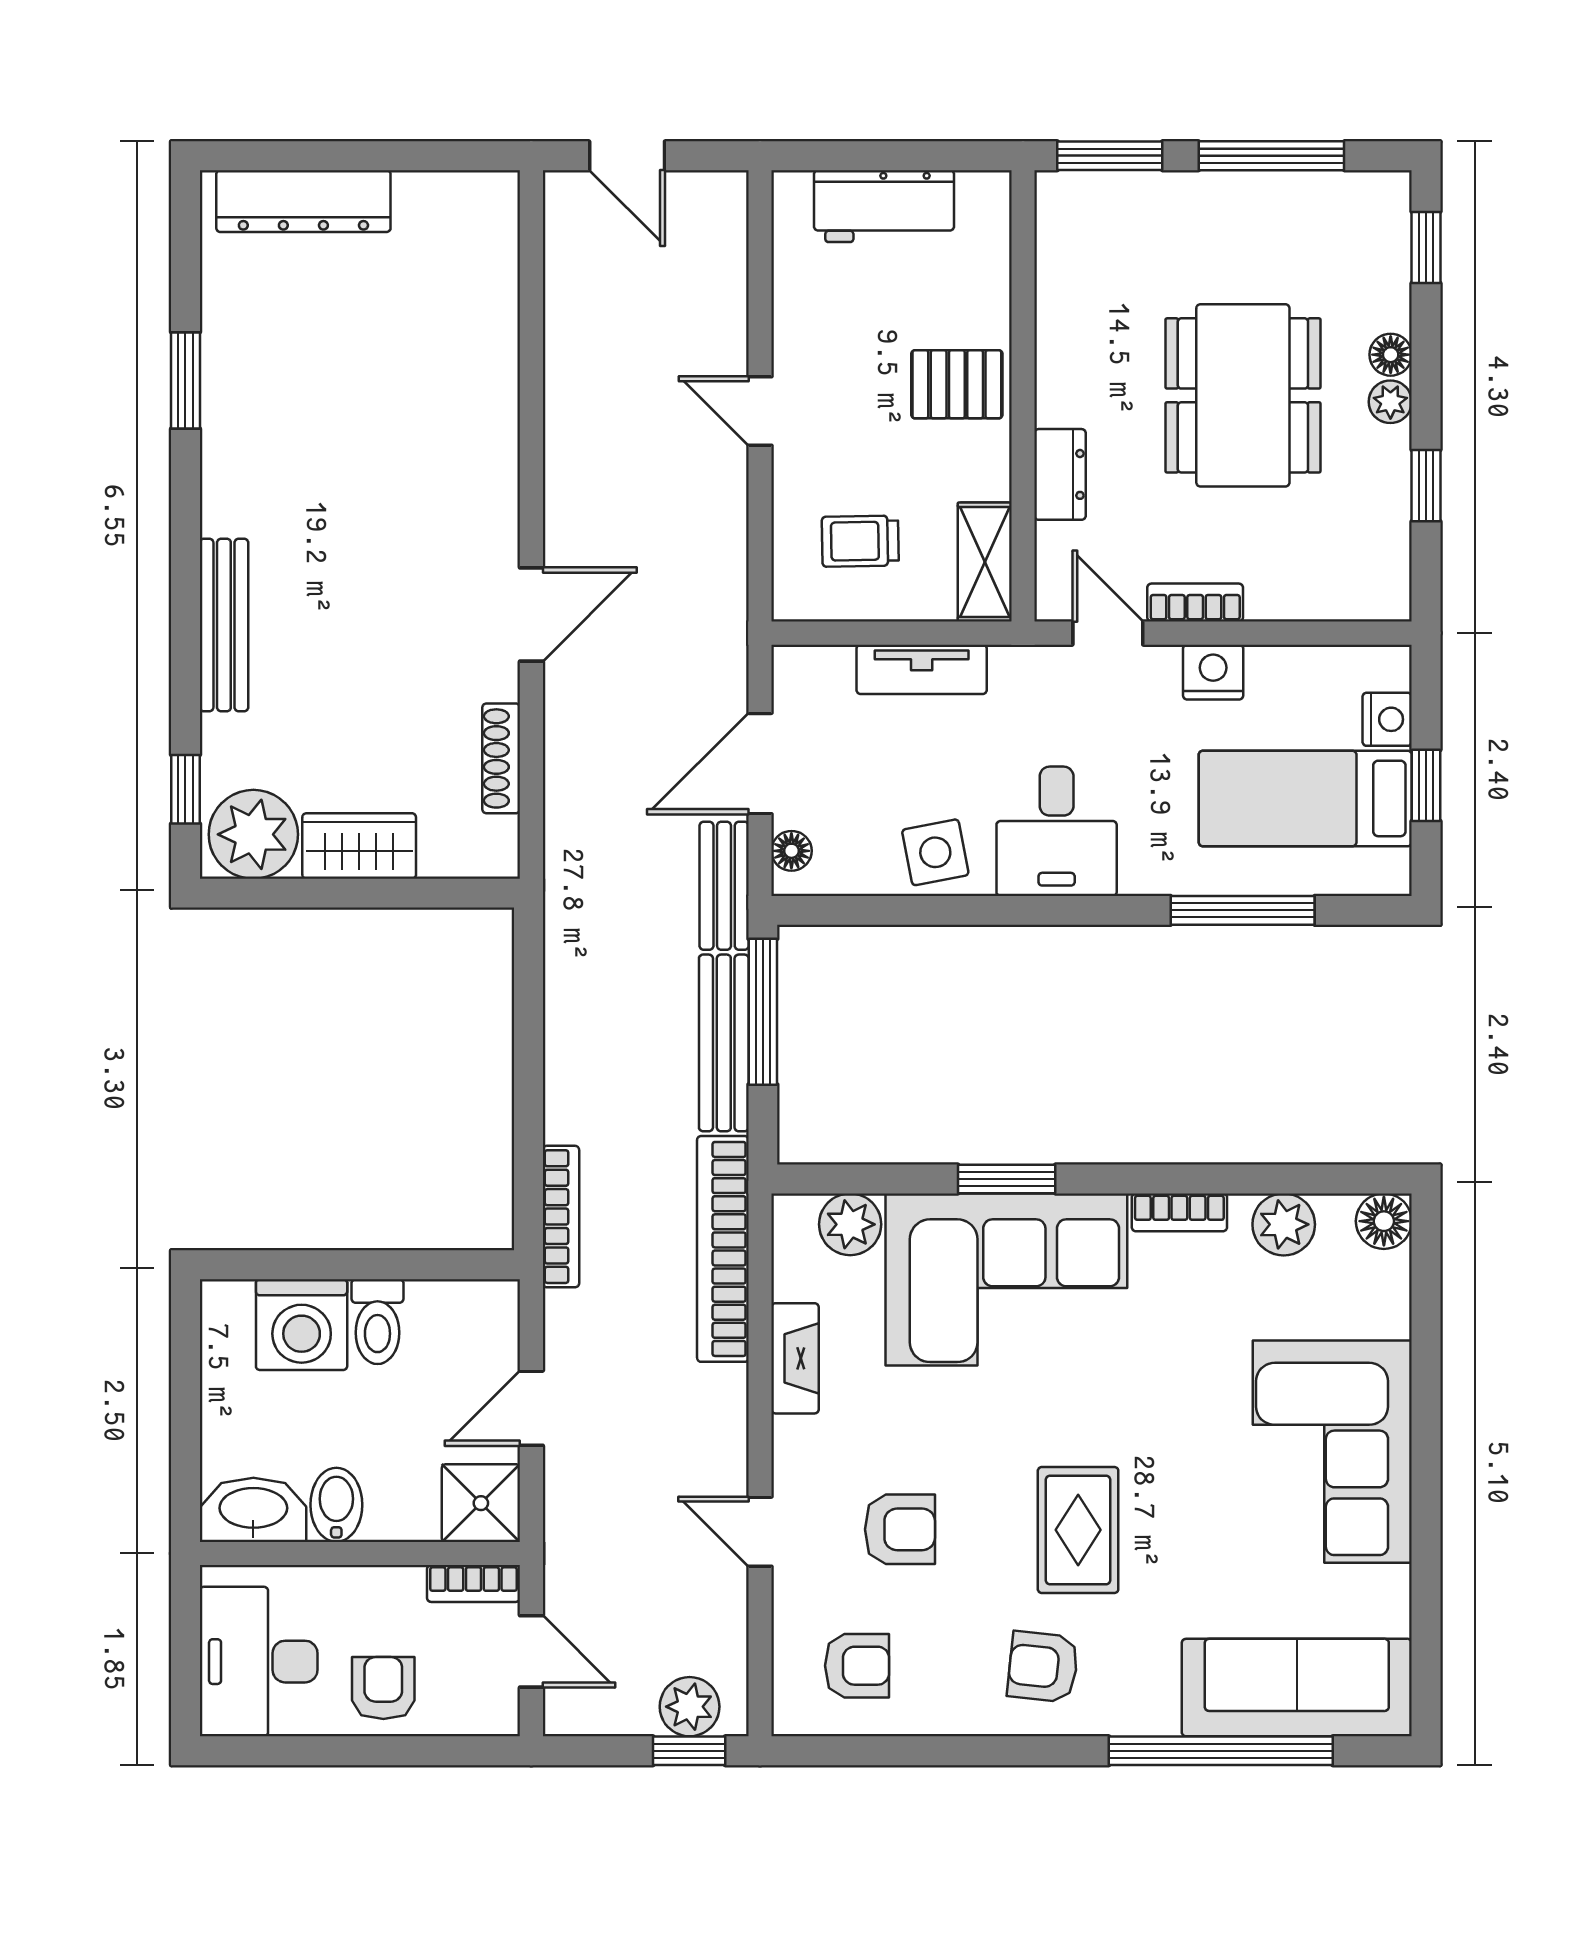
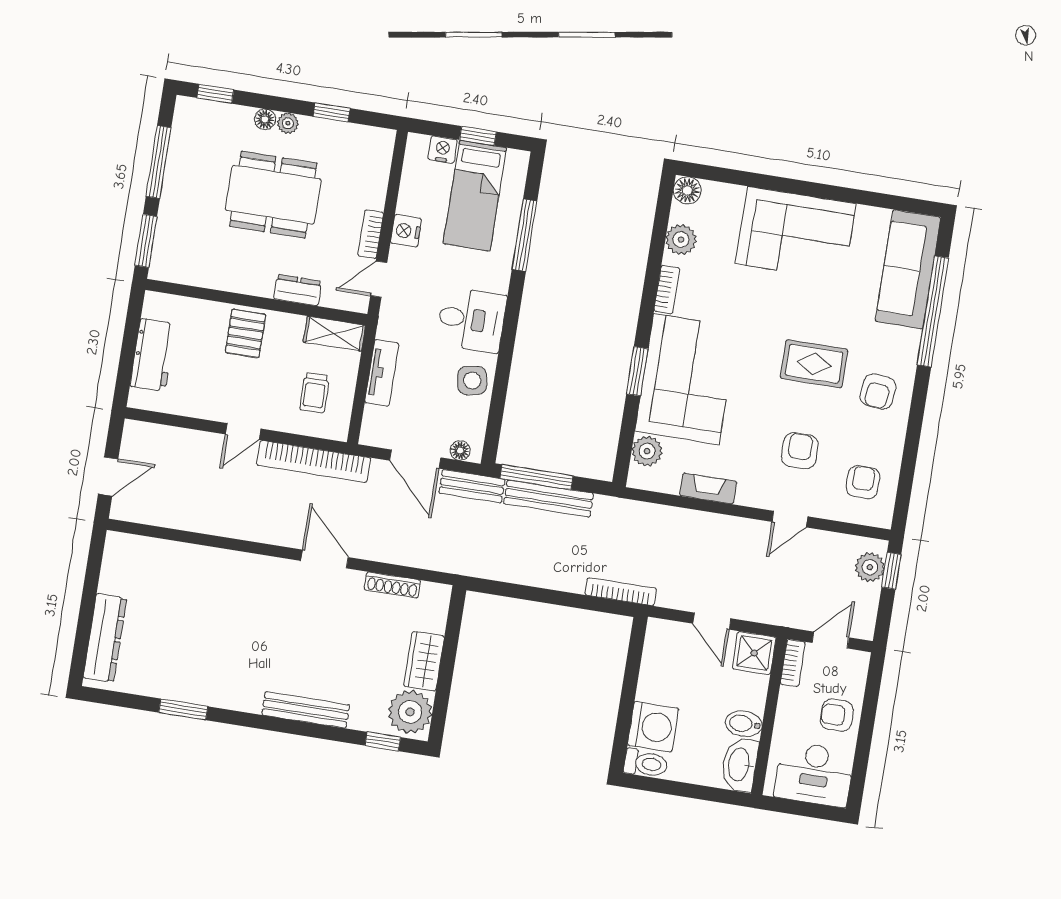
bookcase: (723, 1249) -> (314, 461), moved
toilet: (377, 1322) -> (646, 763), moved

